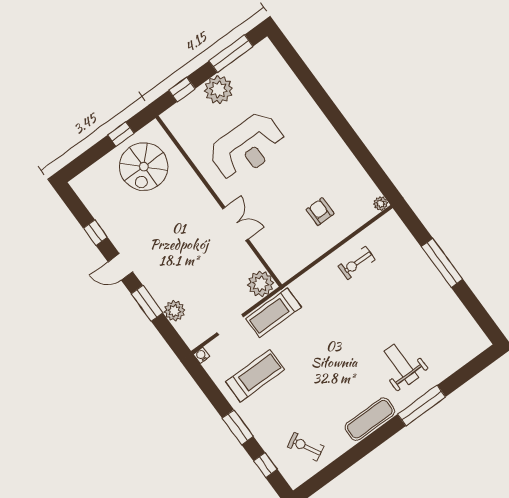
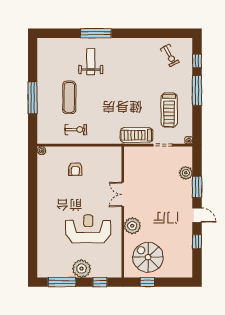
spiral stairs: (144, 167) -> (148, 257), turned -90
plant: (261, 284) -> (132, 226), moved
treadmill: (273, 313) -> (136, 135), turned 180
weight bench: (401, 364) -> (91, 62), turned 180
treadmill: (255, 376) -> (169, 110), turned -90
exercise mat: (370, 419) -> (69, 97), moved, turned 90
window: (238, 427) -> (197, 90), width x1.44

